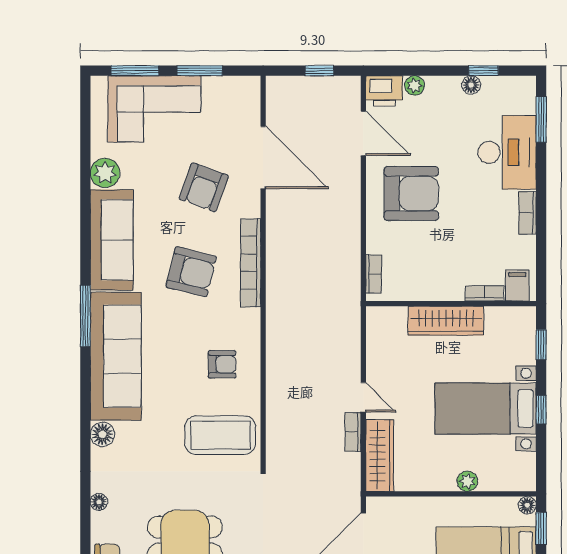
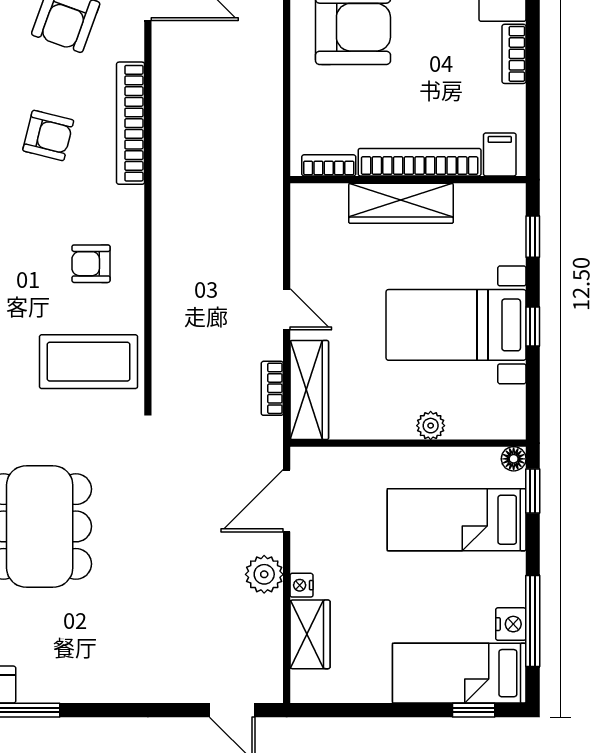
armchair: (191, 272) -> (48, 135), width x0.72, depth x0.72
bookcase: (374, 274) -> (329, 165), moved, turned -90
bookcase: (484, 293) -> (420, 162), width x2.31, depth x1.31
armchair: (222, 364) -> (91, 264), turned 180
bookcase: (353, 432) -> (272, 388), moved

